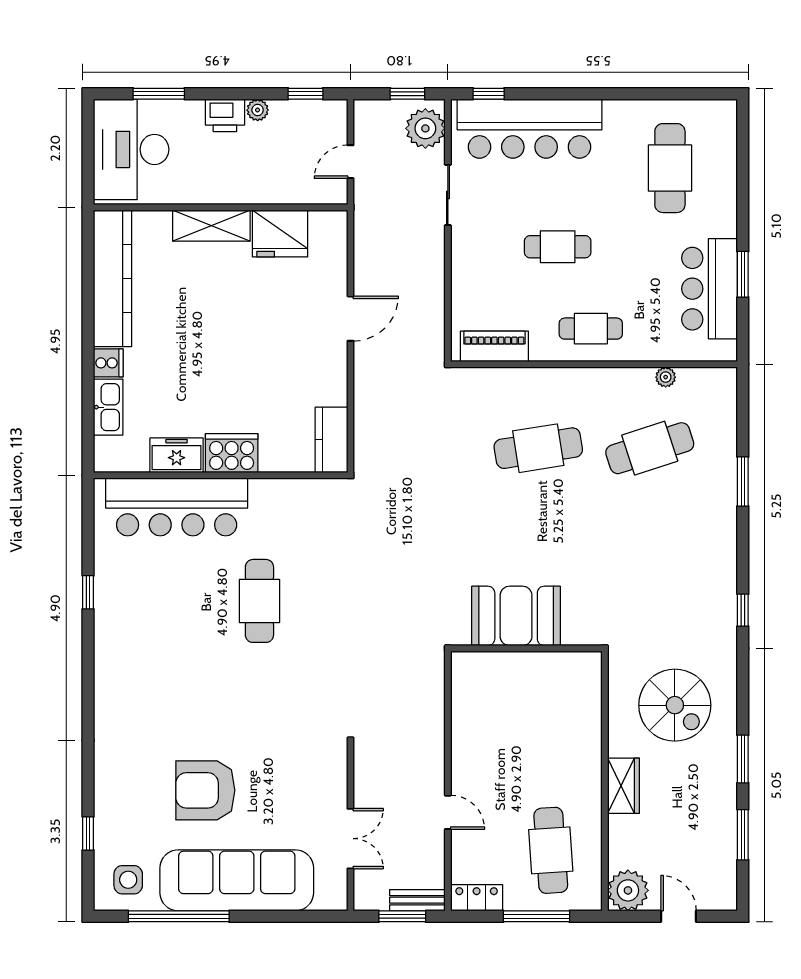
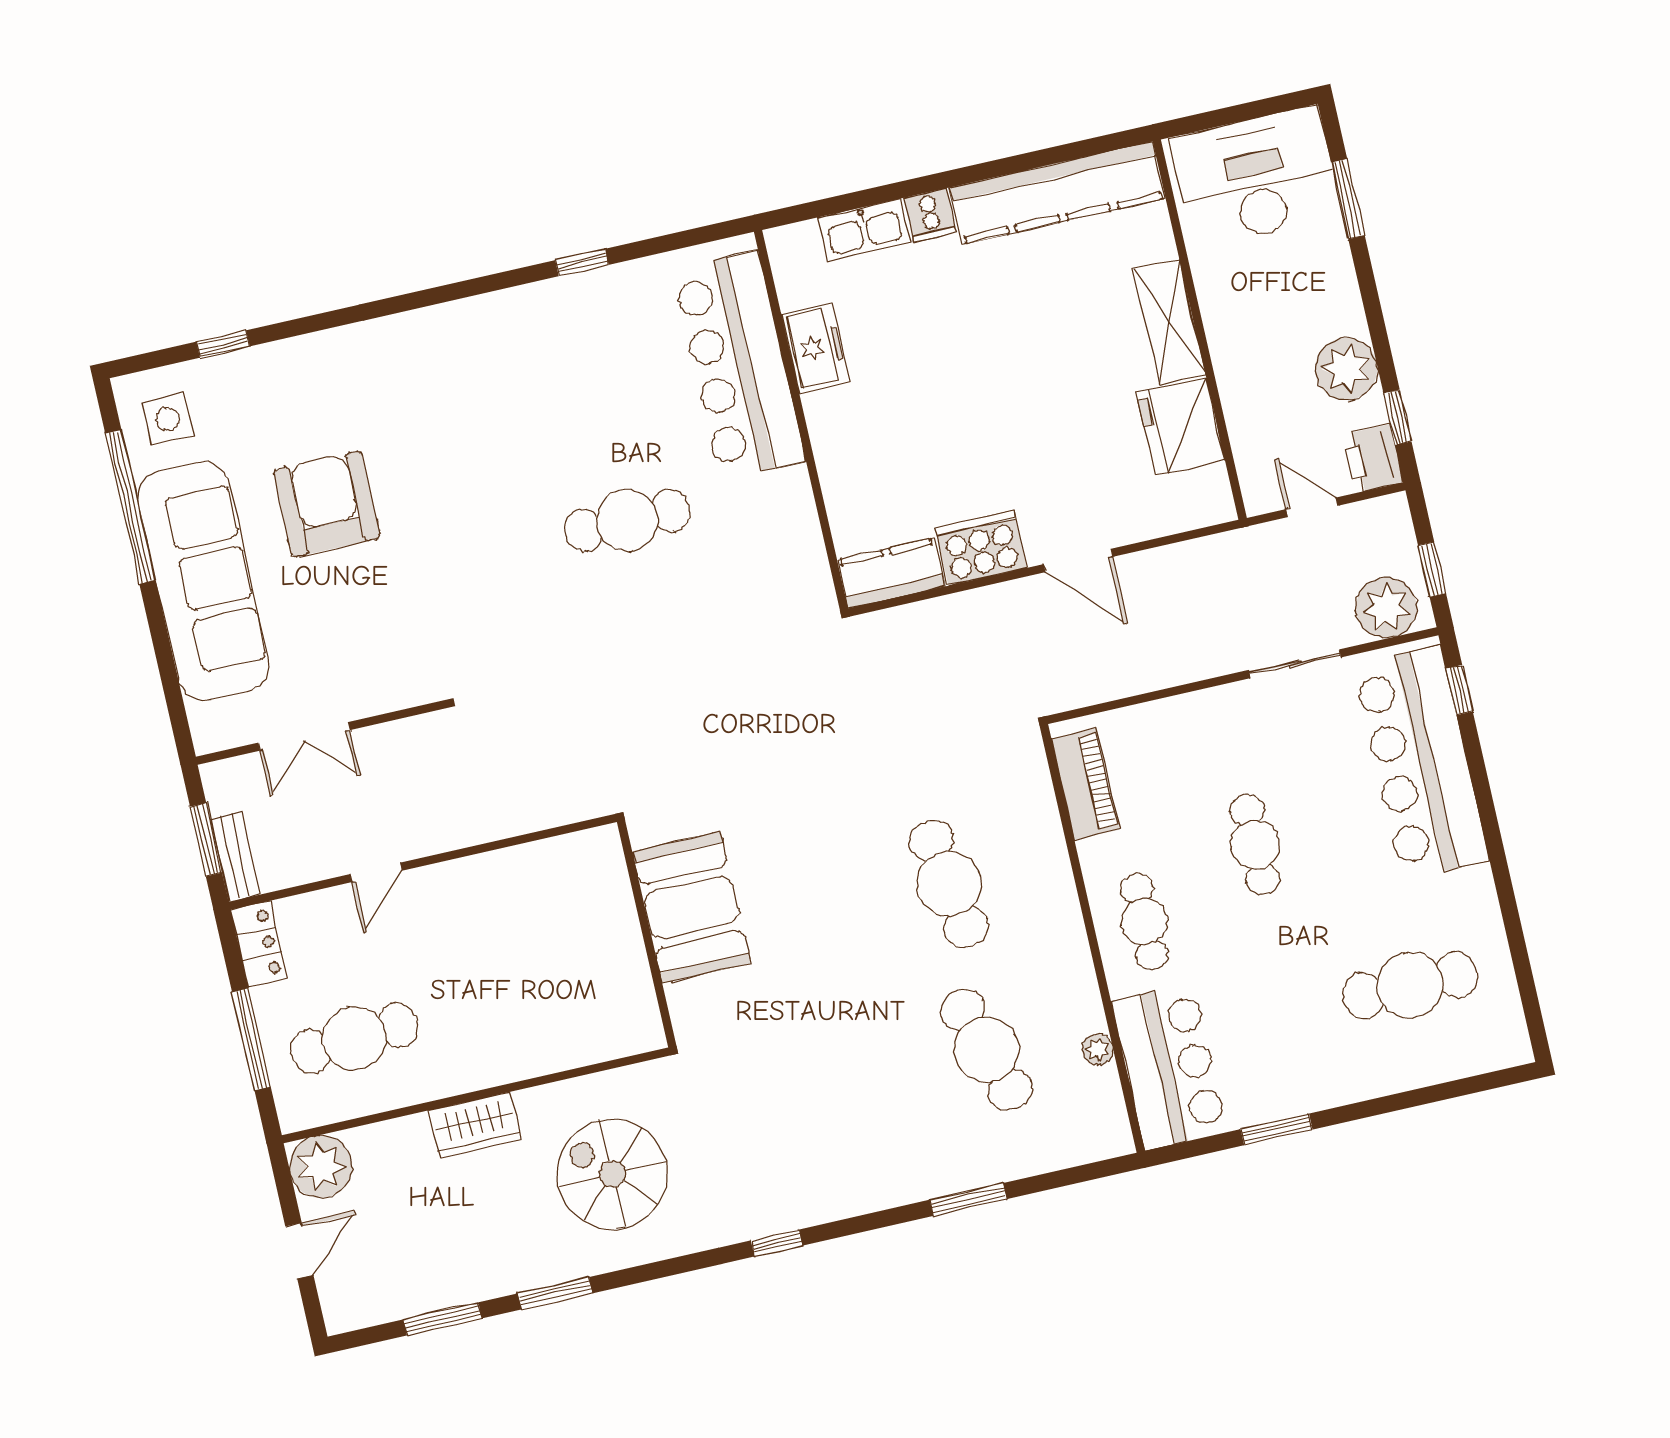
plant: (258, 110) -> (1346, 369), width x1.87, depth x1.87
printer: (225, 115) -> (1373, 459), moved
bar counter: (710, 289) -> (1169, 1067), moved, turned 90
cooker: (232, 453) -> (981, 548), moved, turned -90
spiral stairs: (675, 705) -> (612, 1174), turned 90

